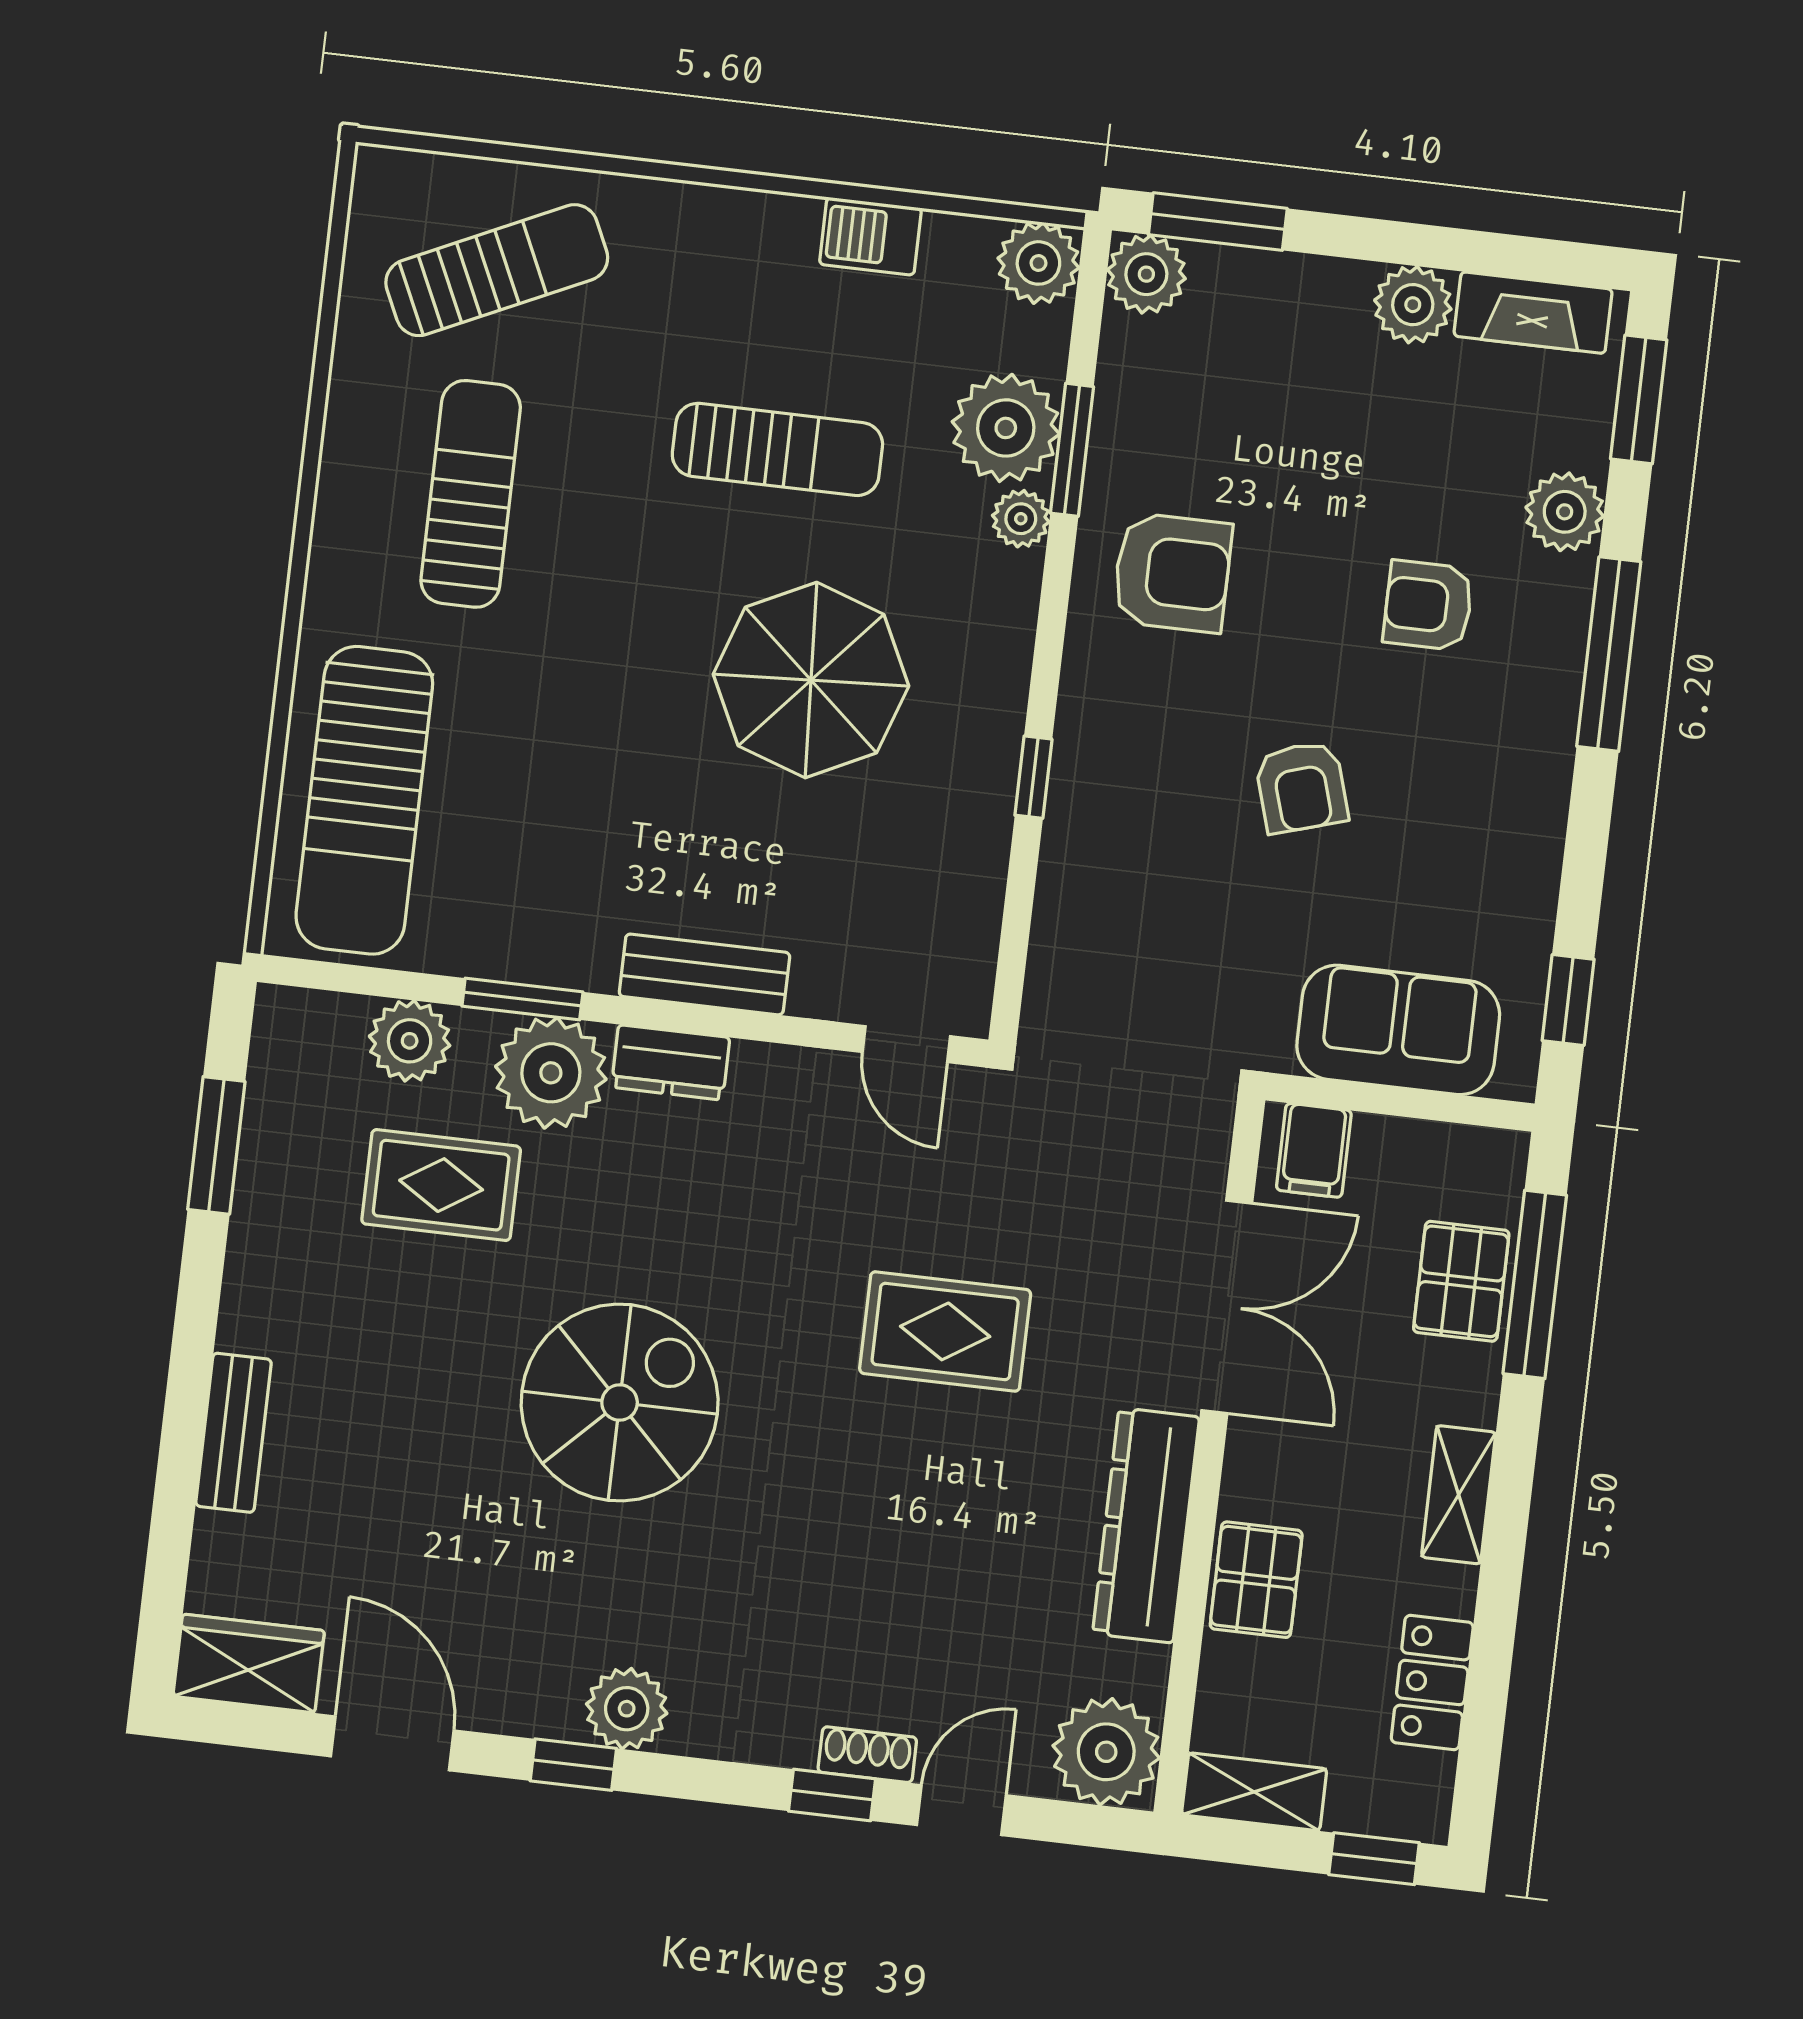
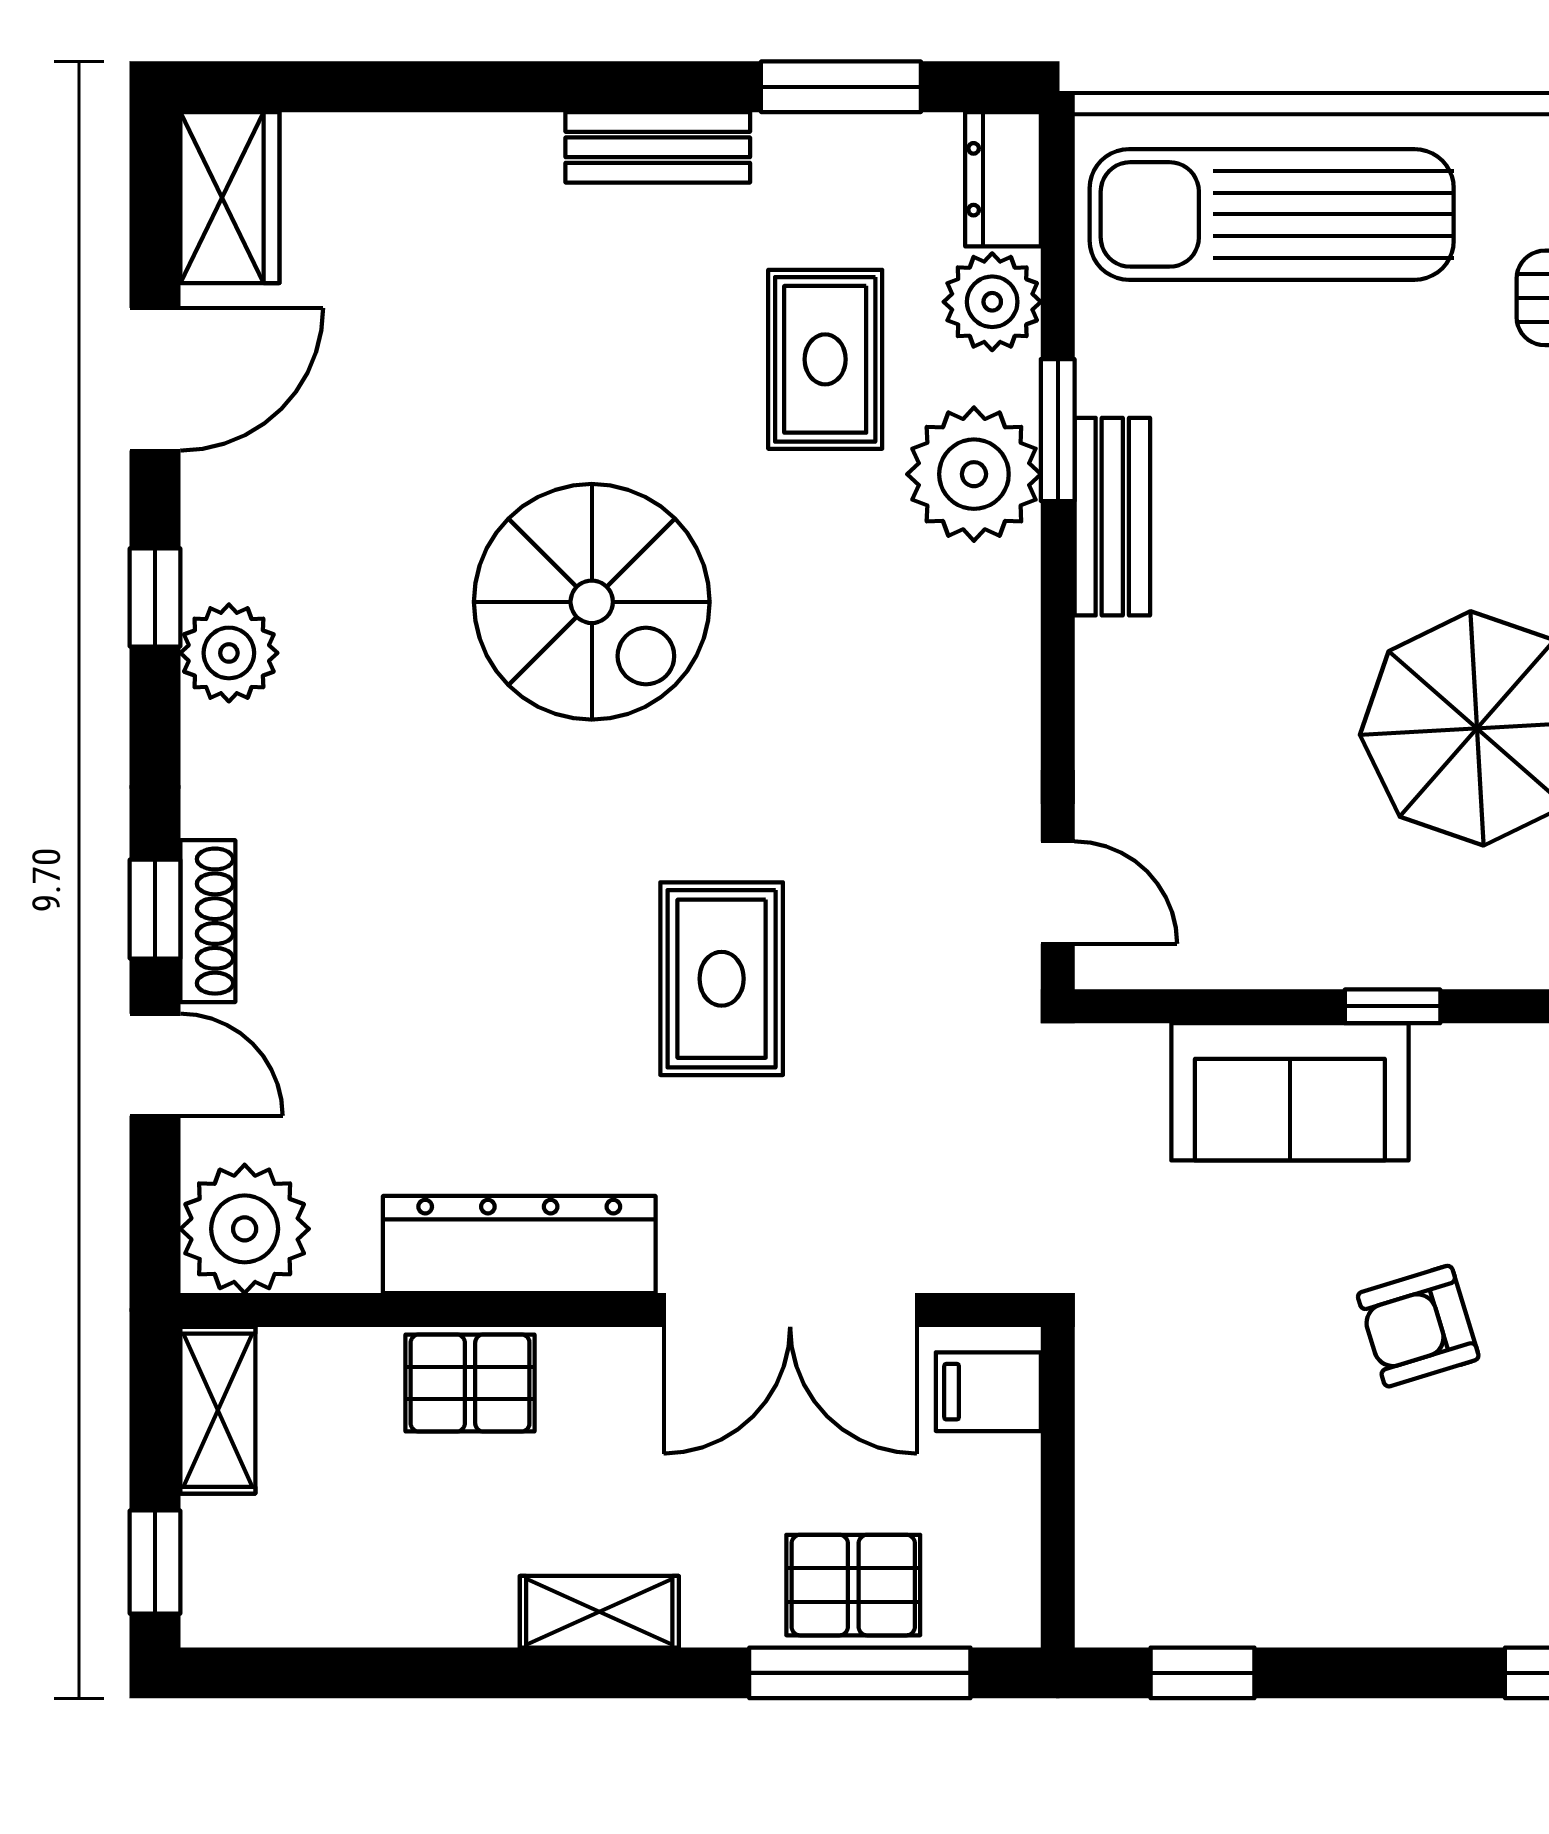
bench: (704, 974) -> (1112, 517), moved
sofa: (1398, 1030) -> (1290, 1092), moved, turned 90
door: (906, 1044) -> (1058, 893), swing flipped
dresser: (671, 1062) -> (1003, 179), moved
bench: (234, 1433) -> (658, 147), moved
locker: (1432, 1682) -> (372, 1607), removed
shoe rack: (867, 1755) -> (208, 921), width x1.43

